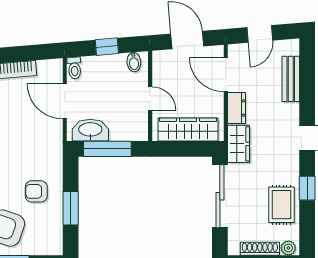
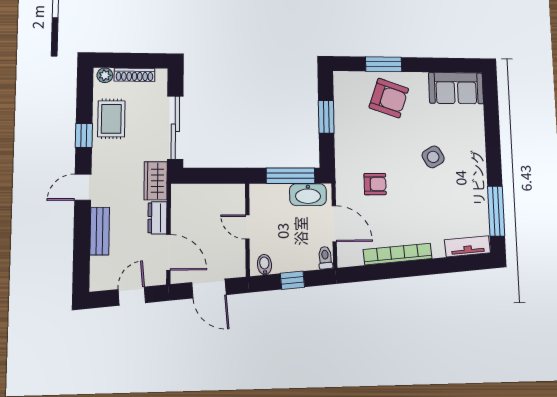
bench: (291, 79) -> (100, 231), moved
wardrobe: (188, 129) -> (208, 196), removed
armchair: (36, 191) -> (375, 184), moved

